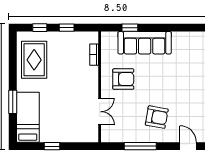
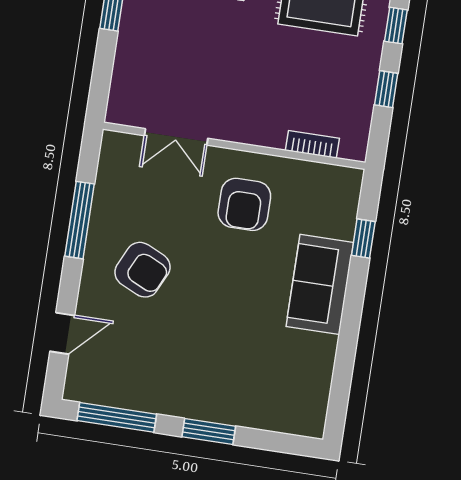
sofa: (145, 43) -> (320, 284), width x0.73
armchair: (157, 117) -> (142, 270), turned -75

